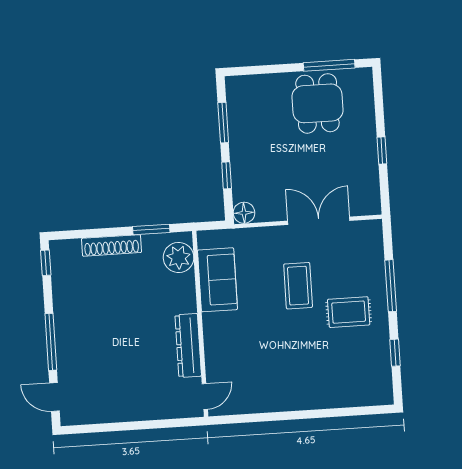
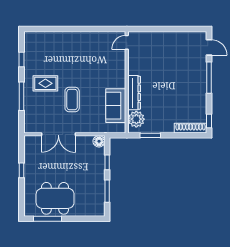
dining table: (317, 103) -> (55, 198), width x1.38
shoe rack: (111, 245) -> (191, 128), moved
dresser: (188, 346) -> (134, 93), moved

